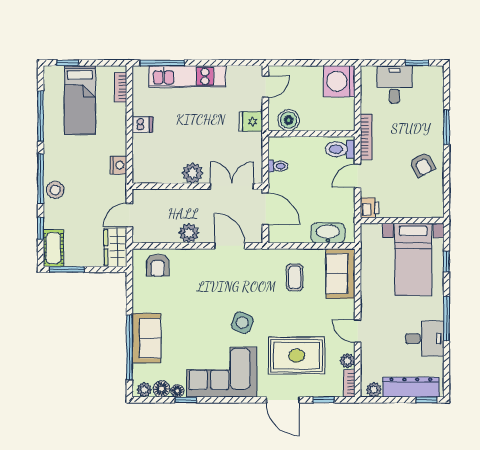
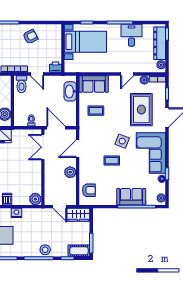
nightstand: (119, 165) -> (16, 213), moved
plant: (193, 173) -> (35, 199), moved
door: (265, 209) -> (56, 128), hinge flipped
coffee table: (209, 305) -> (112, 161), added
floor lamp: (161, 389) -> (161, 188), removed

